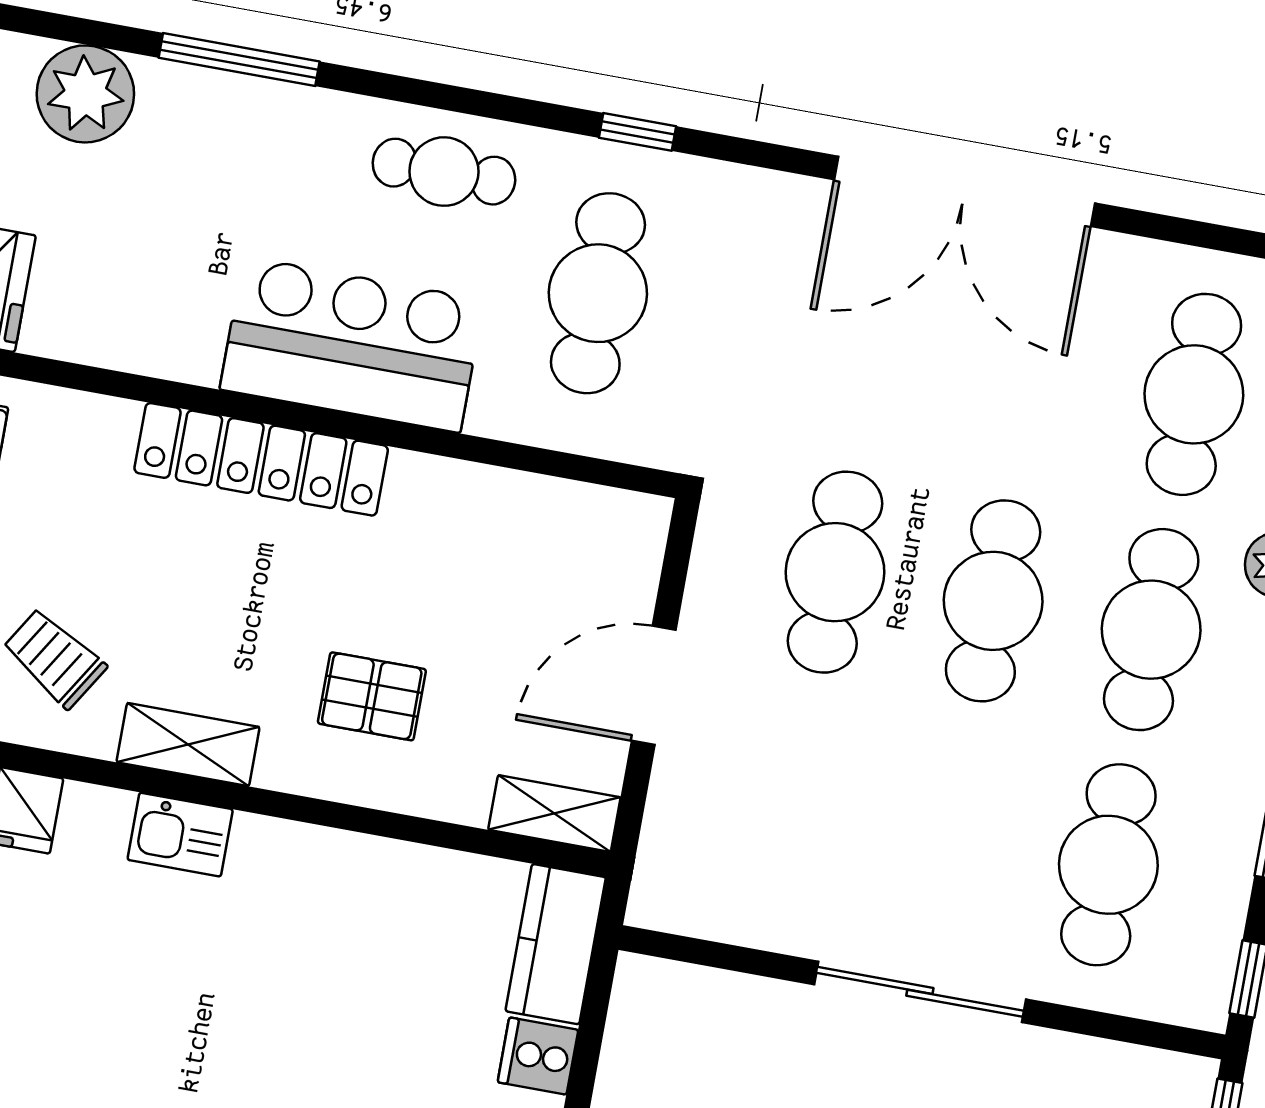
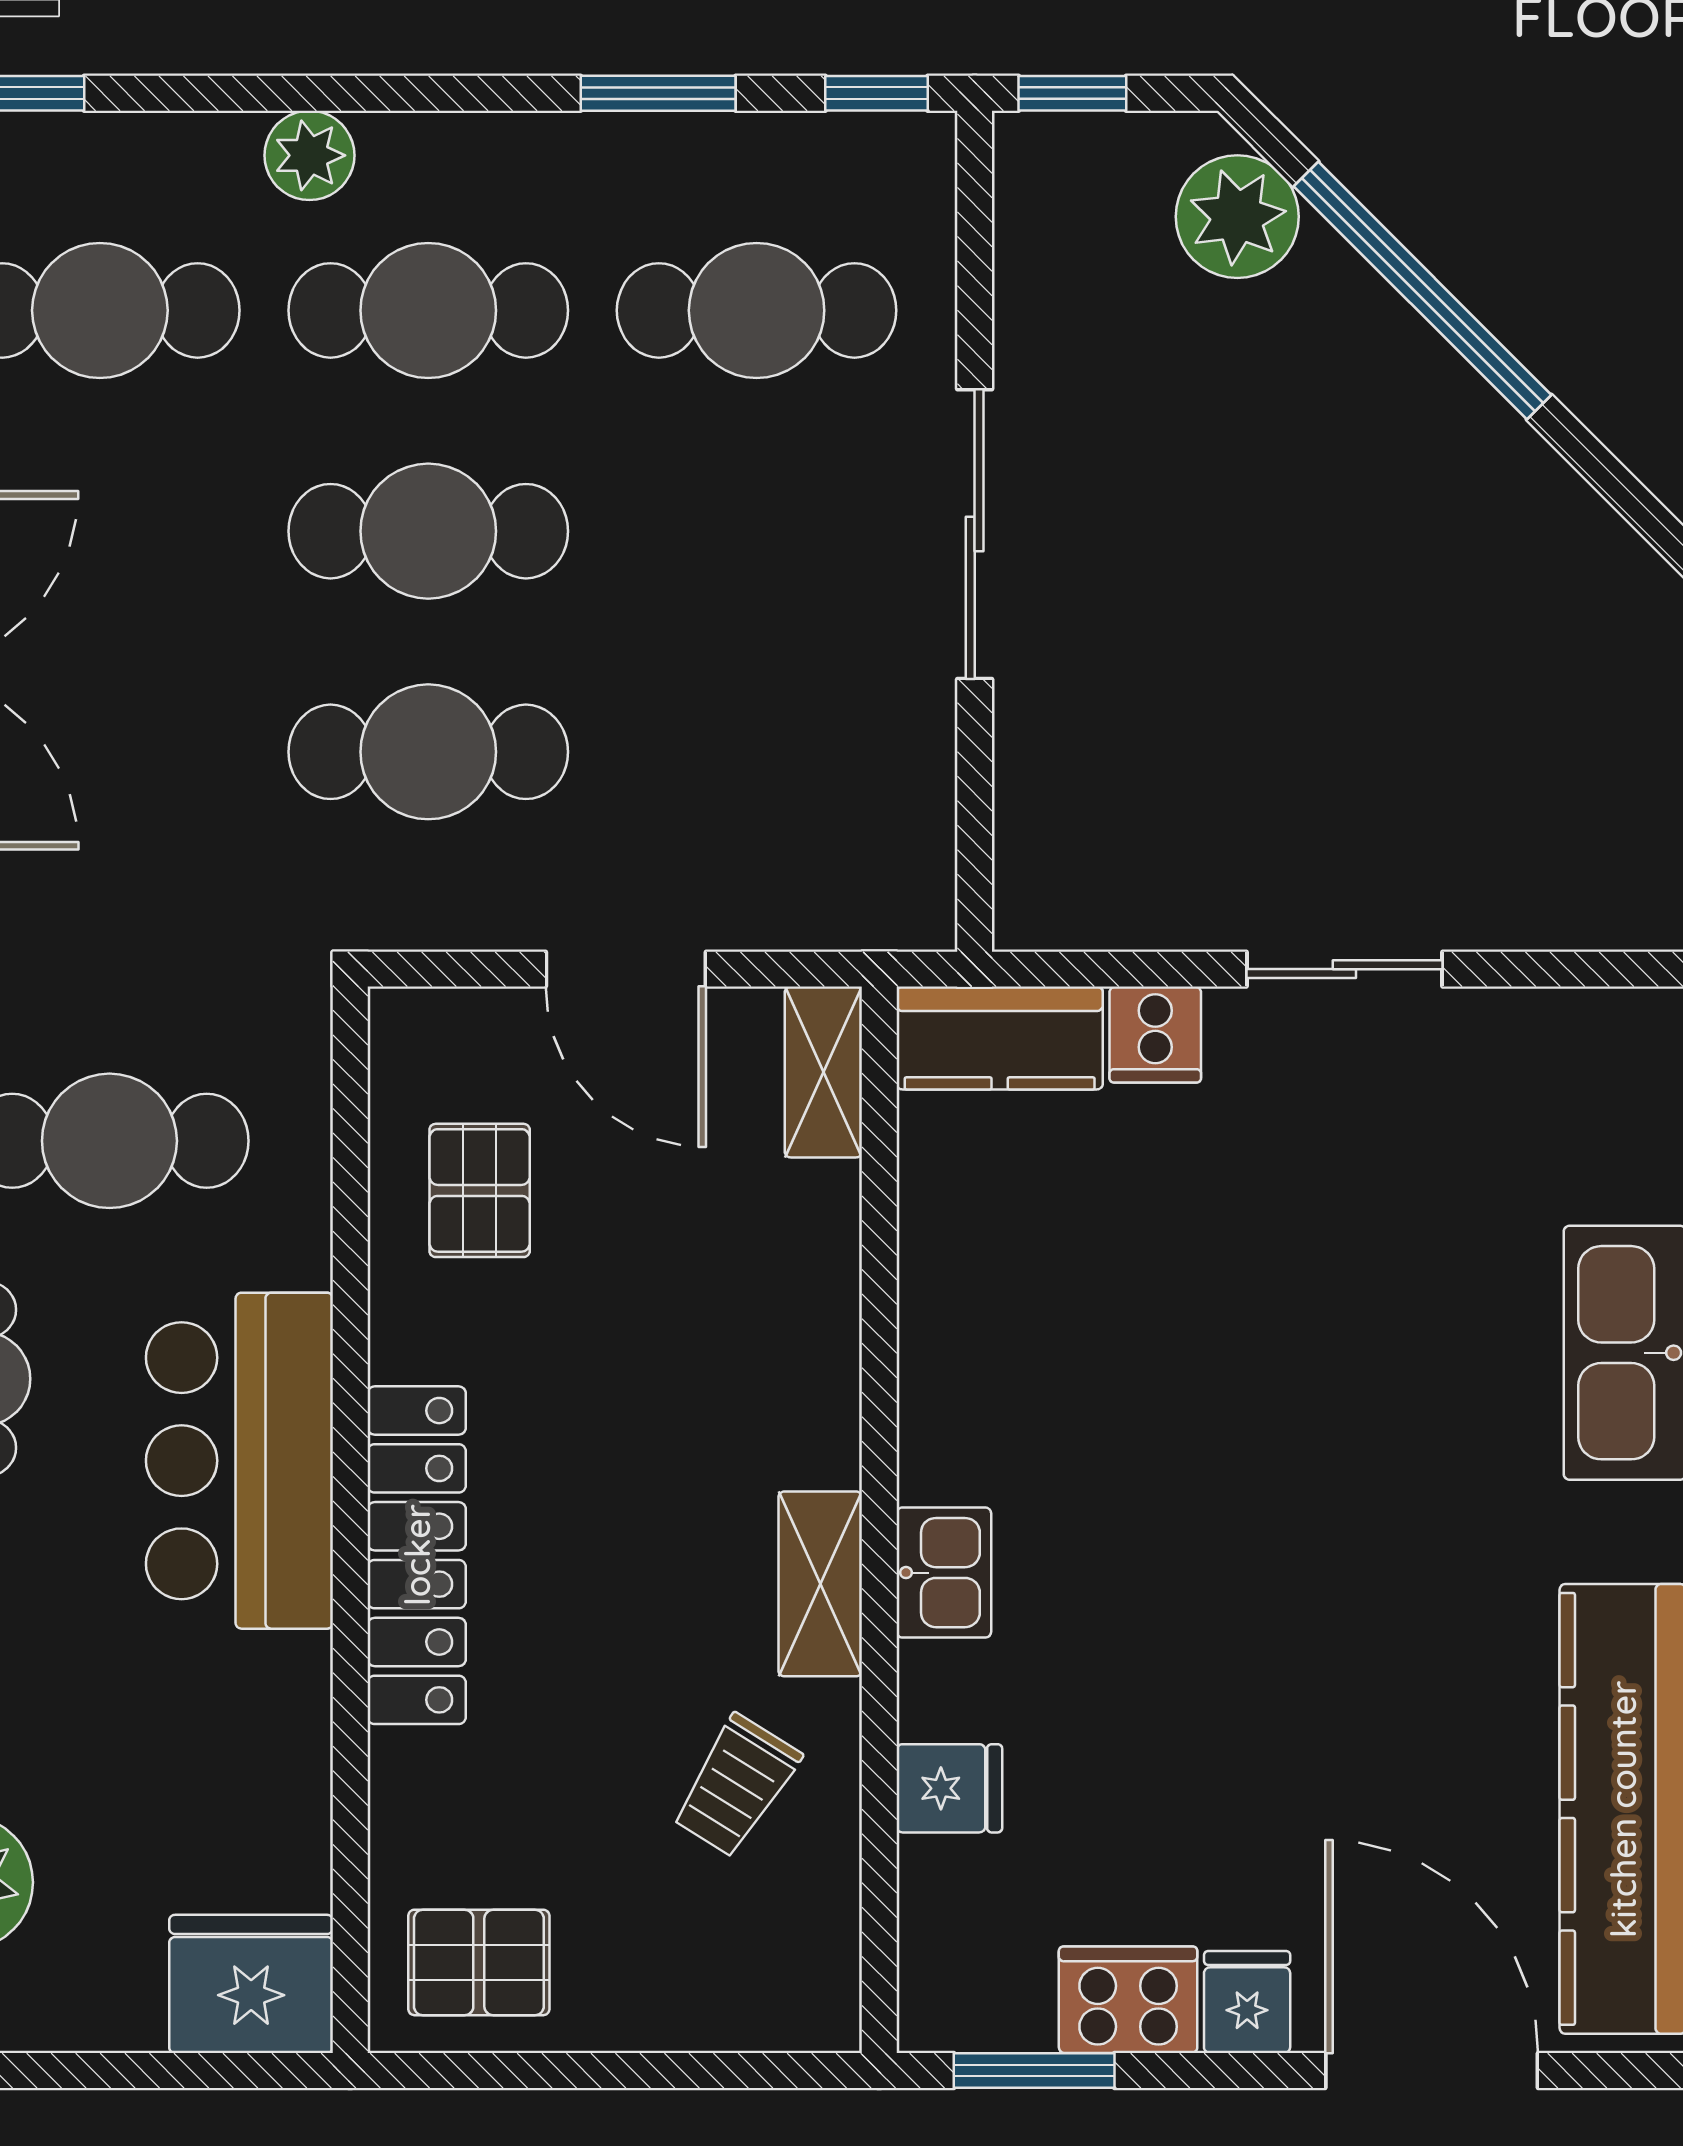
pallet: (372, 696) -> (480, 1190), moved

